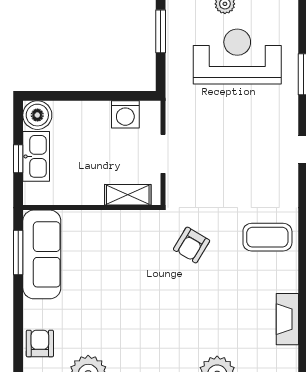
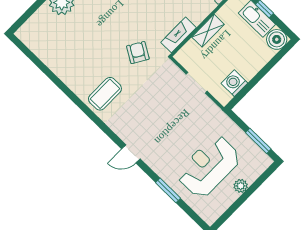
reception desk: (237, 57) -> (209, 166), turned 180
shelving: (128, 195) -> (208, 31), moved
fireplace: (287, 319) -> (179, 35), moved, turned -90

